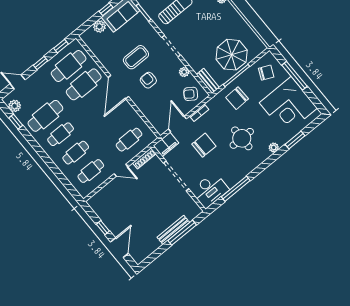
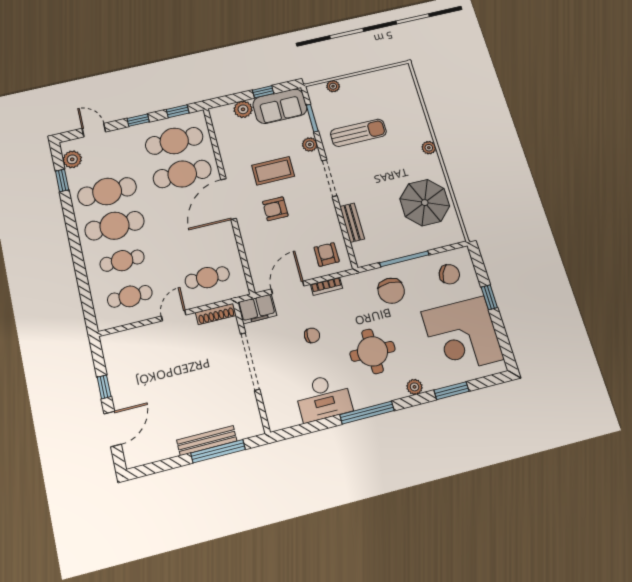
parasol: (232, 55) -> (425, 203), moved
plant: (184, 72) -> (310, 144), moved
window: (295, 76) -> (489, 297), width x0.46
armchair: (148, 80) -> (275, 209), turned -90
bench: (208, 81) -> (352, 223), moved
armchair: (191, 94) -> (327, 254), turned 56
chair: (237, 98) -> (391, 291), turned -88
cafe table: (61, 134) -> (115, 226), width x1.37, depth x1.35
chair: (204, 145) -> (312, 335), width x0.54, depth x0.54
door: (121, 170) -> (174, 316), swing flipped
window: (236, 189) -> (367, 413), moved
desk: (210, 190) -> (323, 398), moved

